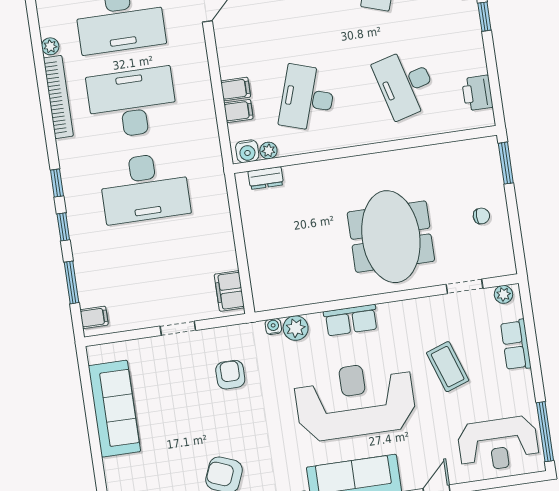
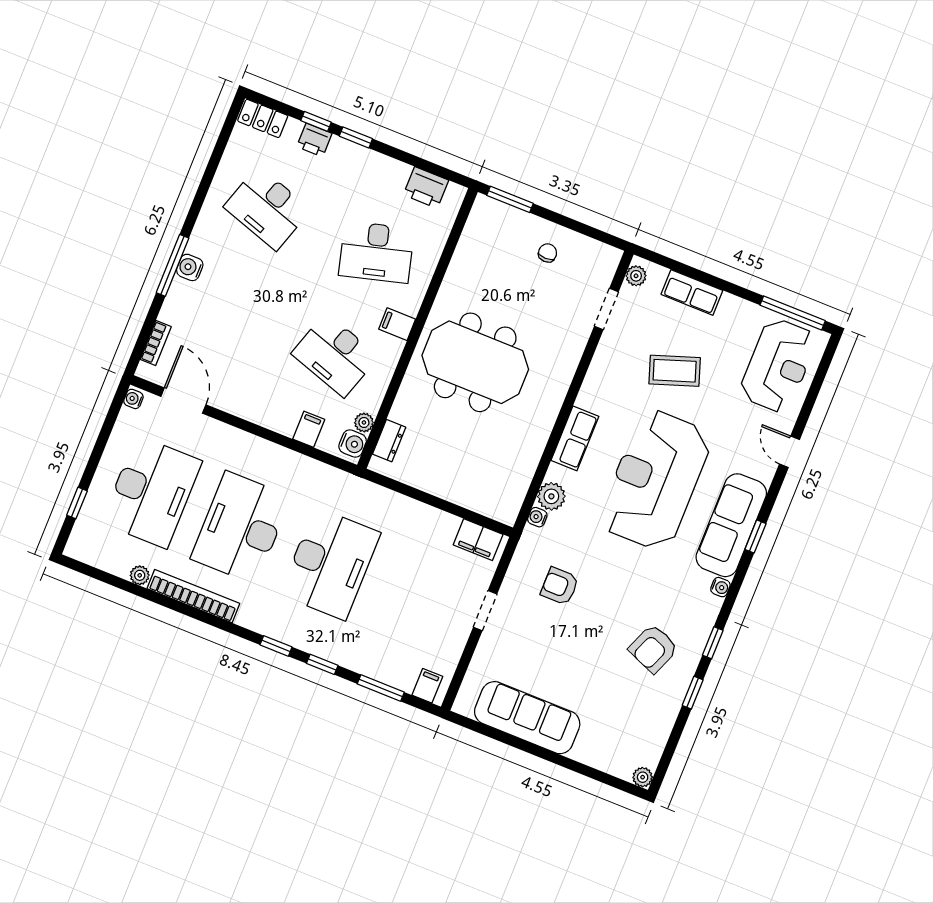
filing cabinet: (236, 89) -> (397, 324), moved, turned -90
meeting table: (391, 237) -> (475, 362), moved

